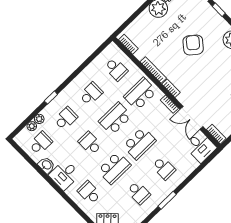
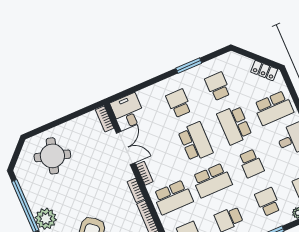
school desk: (66, 118) -> (268, 202), turned 90
school desk: (139, 143) -> (195, 142), turned 90
school desk: (114, 168) -> (234, 125), turned -90
school desk: (89, 193) -> (274, 108), width x1.85

